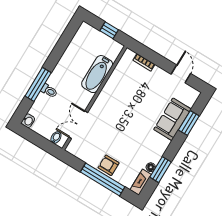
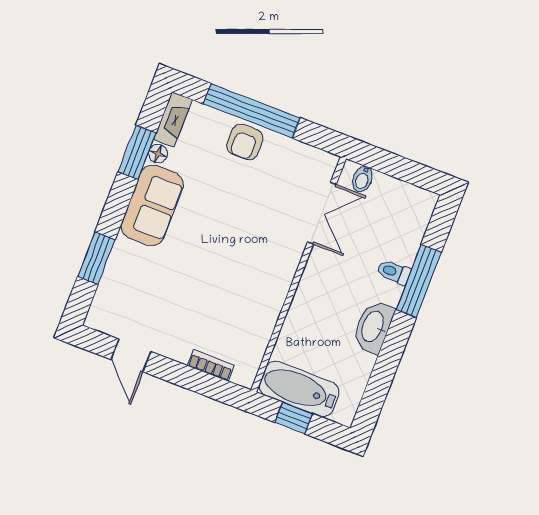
bathtub: (97, 74) -> (299, 389), moved, turned -90
sofa: (172, 119) -> (152, 205), moved
washbasin: (28, 121) -> (373, 327), moved, width x1.91, depth x1.45
armchair: (109, 165) -> (245, 142), turned 90

